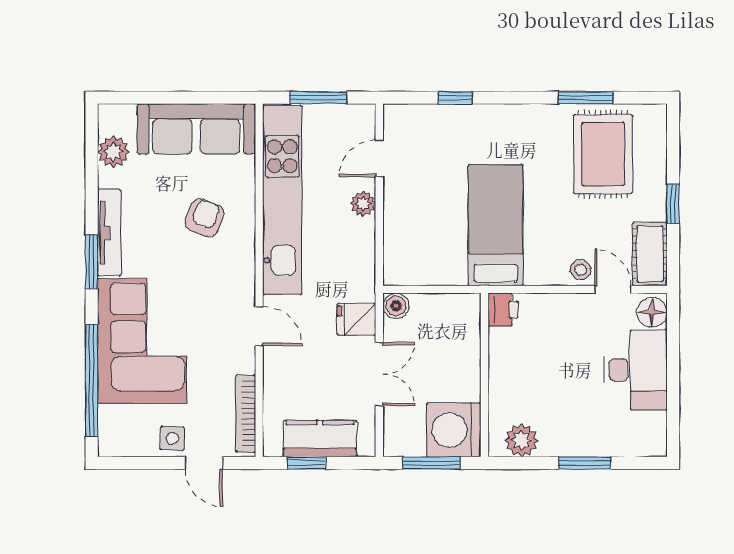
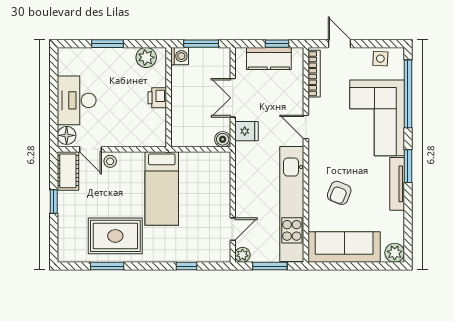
plant: (113, 152) -> (395, 253), moved
rug: (603, 154) -> (115, 236), moved, turned 90
plant: (363, 204) -> (242, 255), moved
printer: (503, 310) -> (157, 98), moved
washing machine: (454, 430) -> (180, 56), width x0.53, depth x0.53
side table: (172, 438) -> (380, 59), moved

